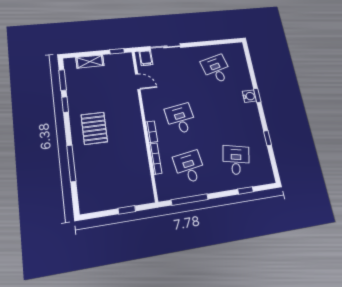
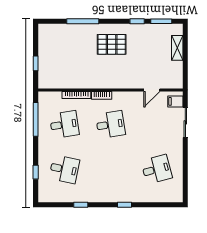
window: (117, 51) -> (185, 75), removed
water cooler: (249, 96) -> (125, 196), removed

